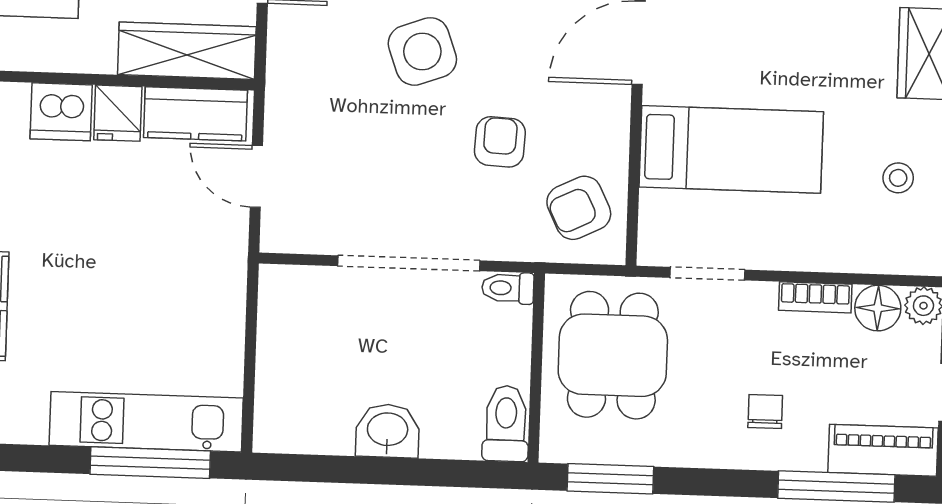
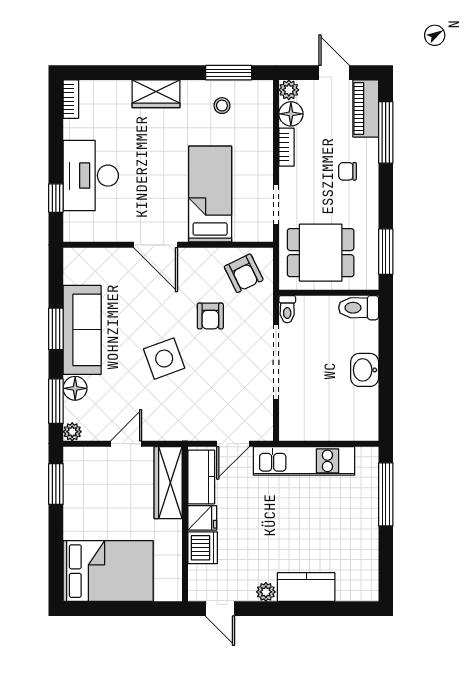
armchair: (500, 142) -> (210, 316), turned -93
kitchen unit: (146, 422) -> (304, 461), moved, turned -90

